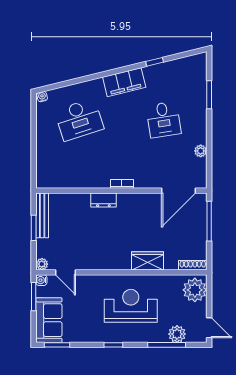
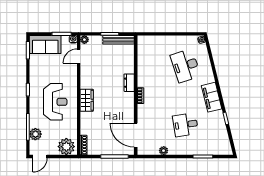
wardrobe: (148, 261) -> (87, 100), moved

